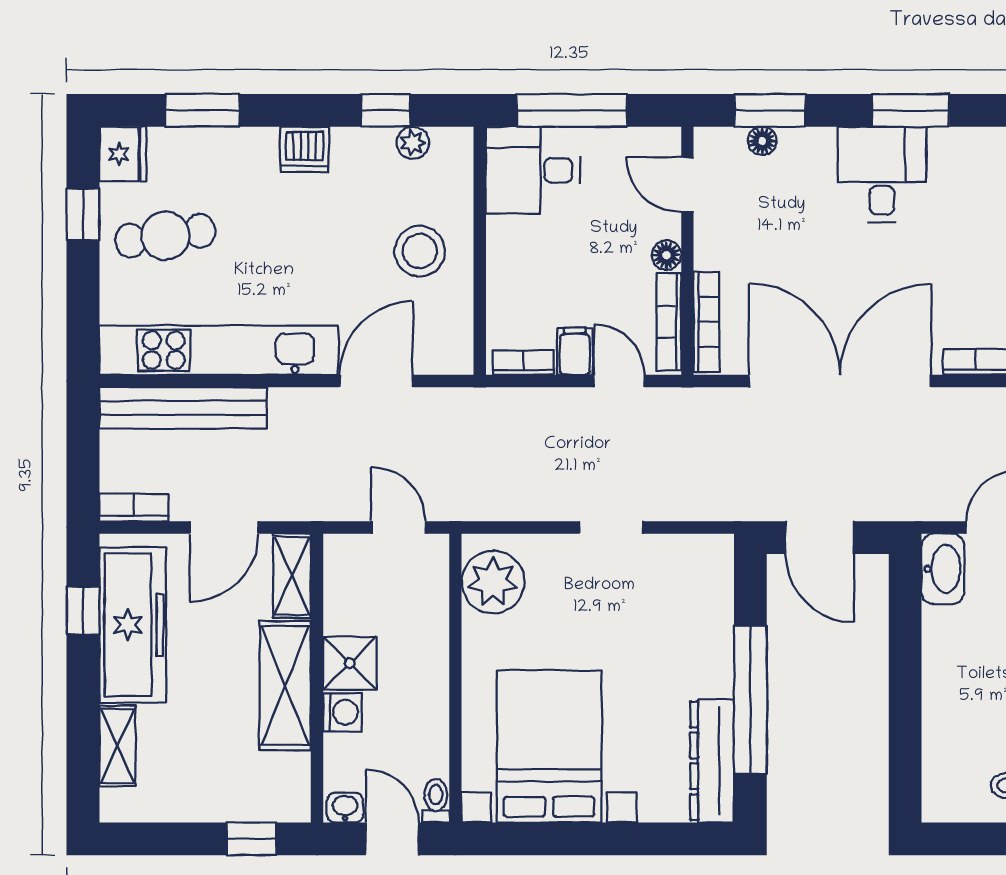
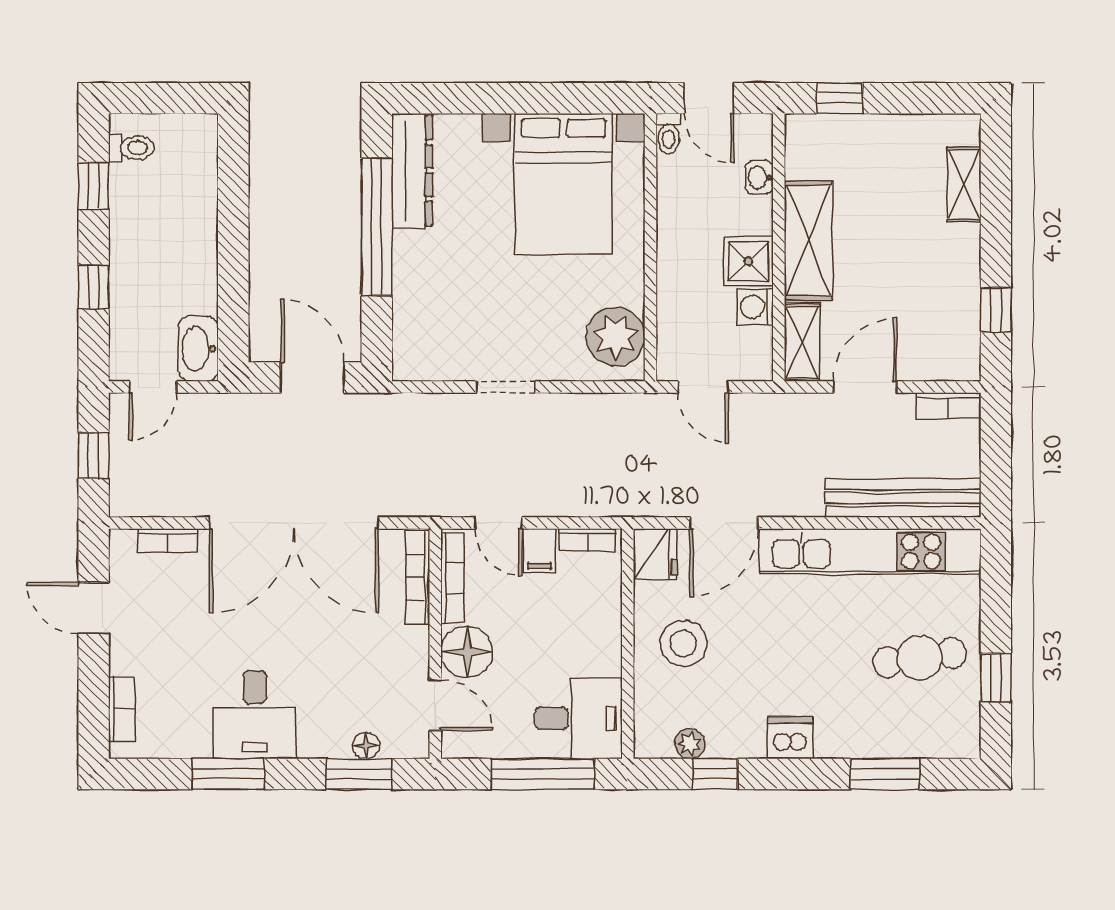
fridge: (123, 154) -> (655, 554), moved, turned 180
floor lamp: (666, 255) -> (467, 652), width x1.89, depth x1.89
freezer: (133, 625) -> (950, 297), removed
washing machine: (342, 712) -> (755, 307), moved
washbasin: (345, 808) -> (759, 177), moved, turned 90

